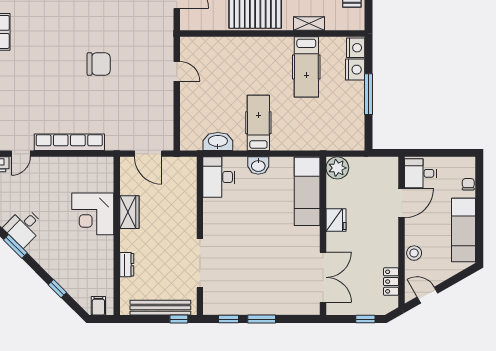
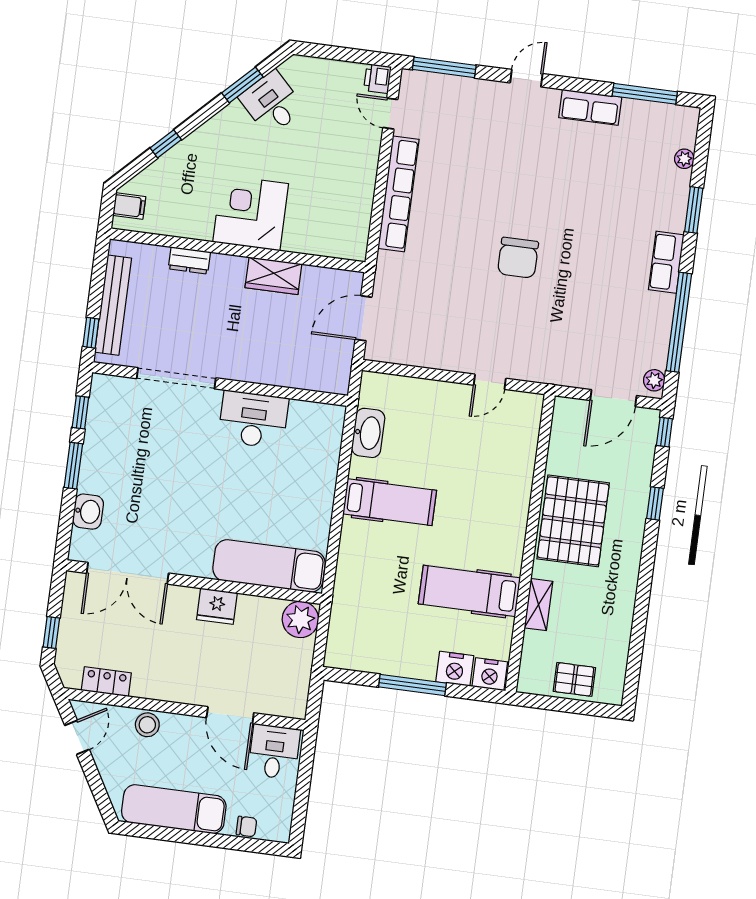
washbasin: (258, 166) -> (88, 512), moved, turned 180
desk: (219, 177) -> (253, 420), moved
corner desk: (93, 214) -> (251, 213), moved

